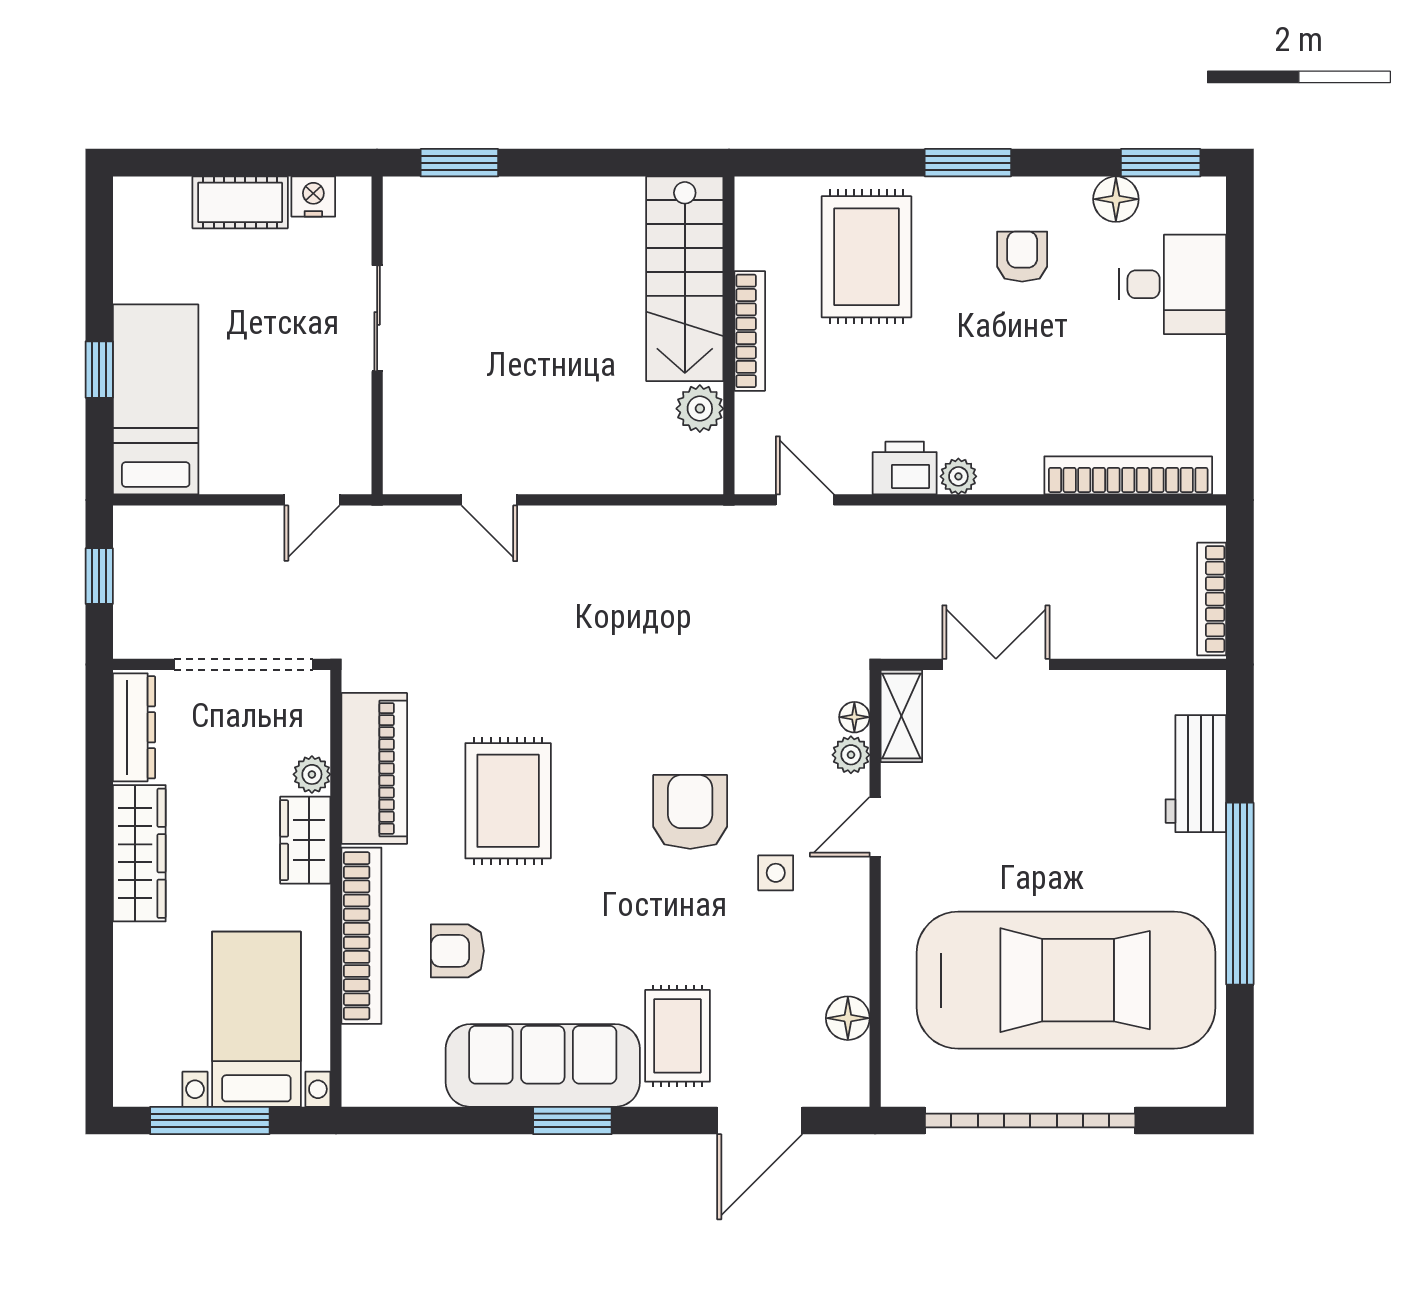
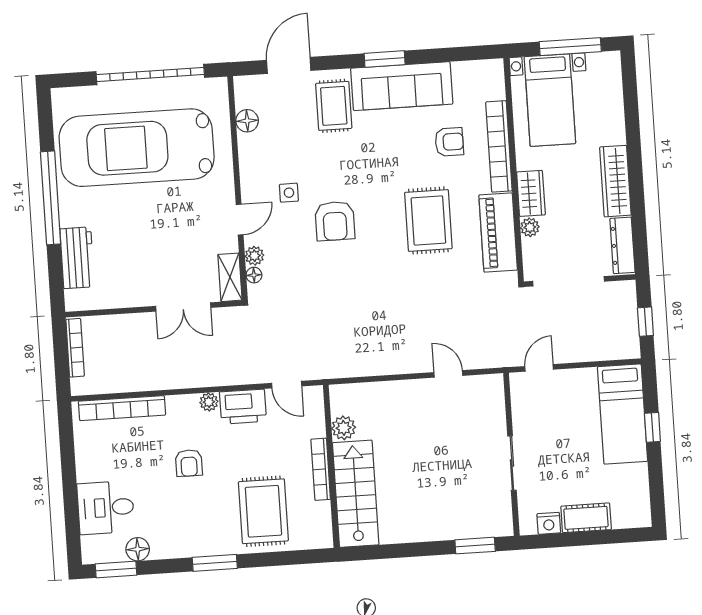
armchair: (1022, 257) -> (189, 463), moved
printer: (905, 468) -> (243, 407), width x1.37, depth x1.19

